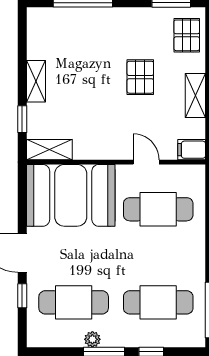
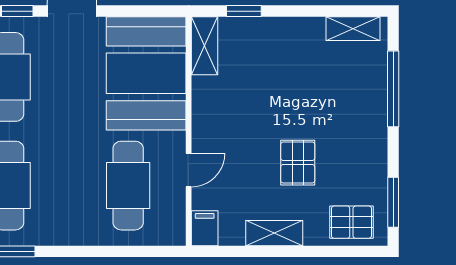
pallet: (140, 77) -> (298, 163), turned 90
shelving: (36, 81) -> (353, 29), moved

